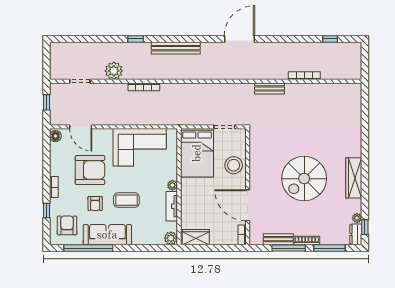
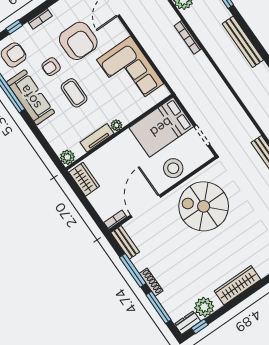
spiral stairs: (304, 179) -> (204, 206), moved
plant: (357, 218) -> (204, 307), width x1.87, depth x1.87
bench: (278, 239) -> (125, 242), moved

